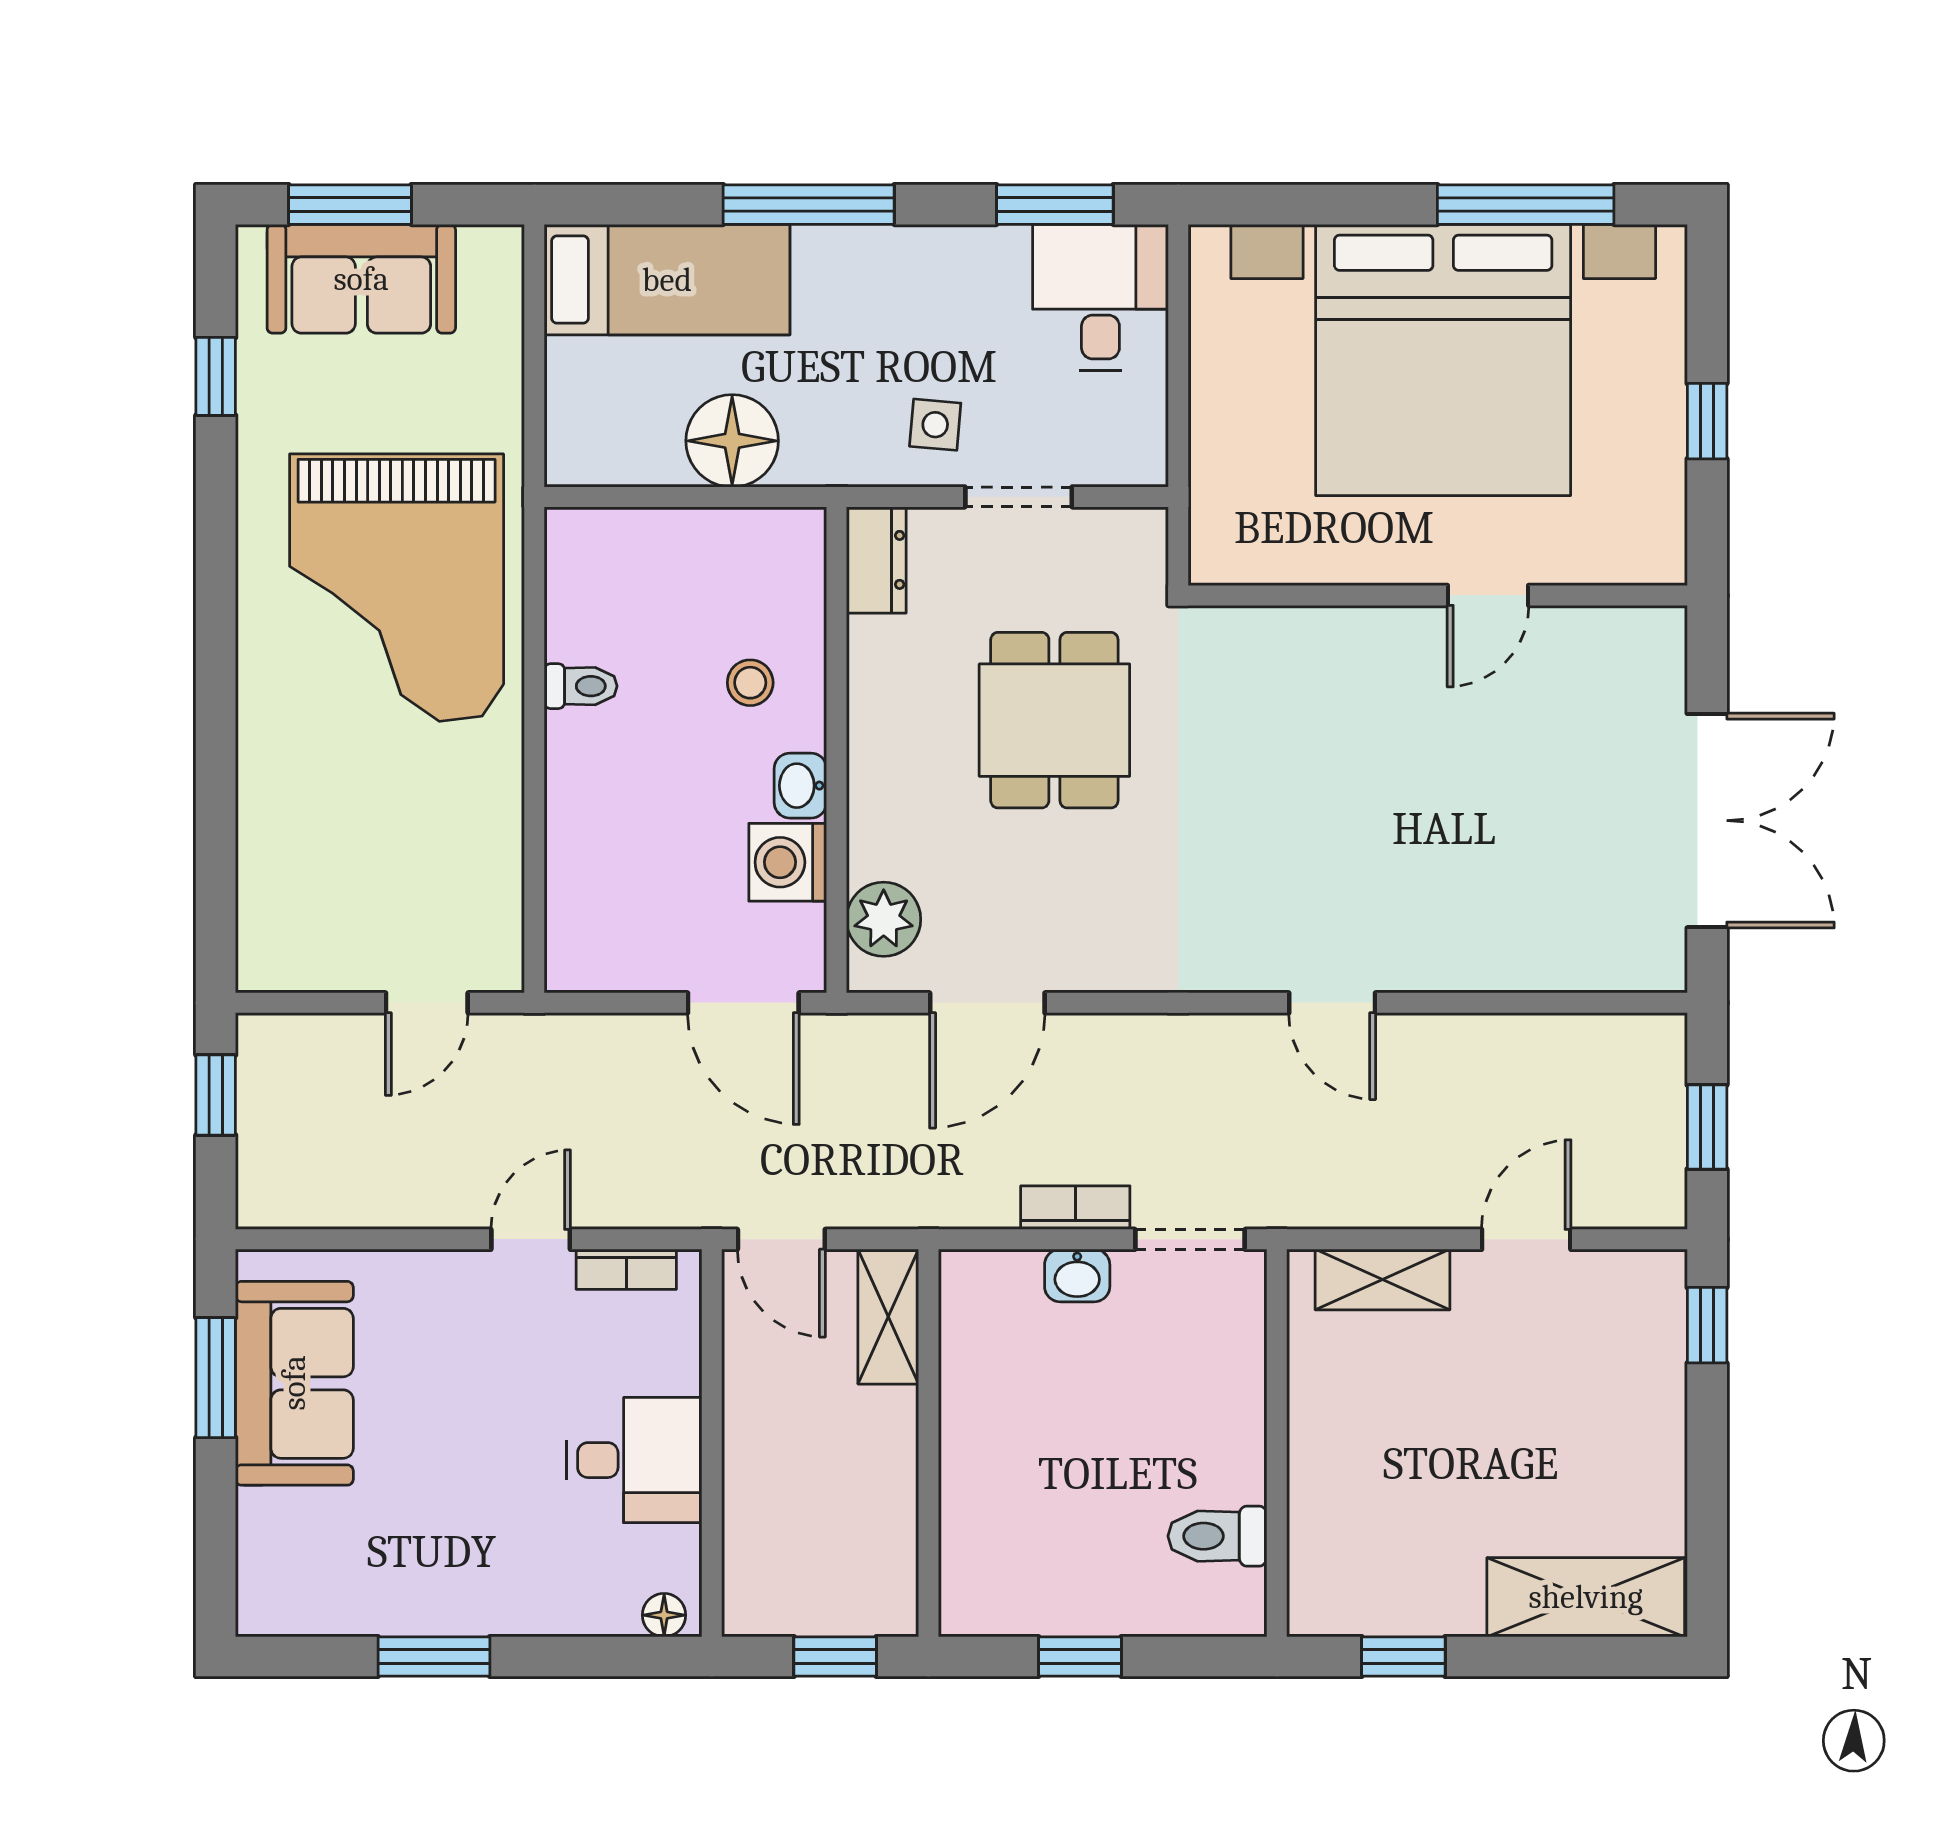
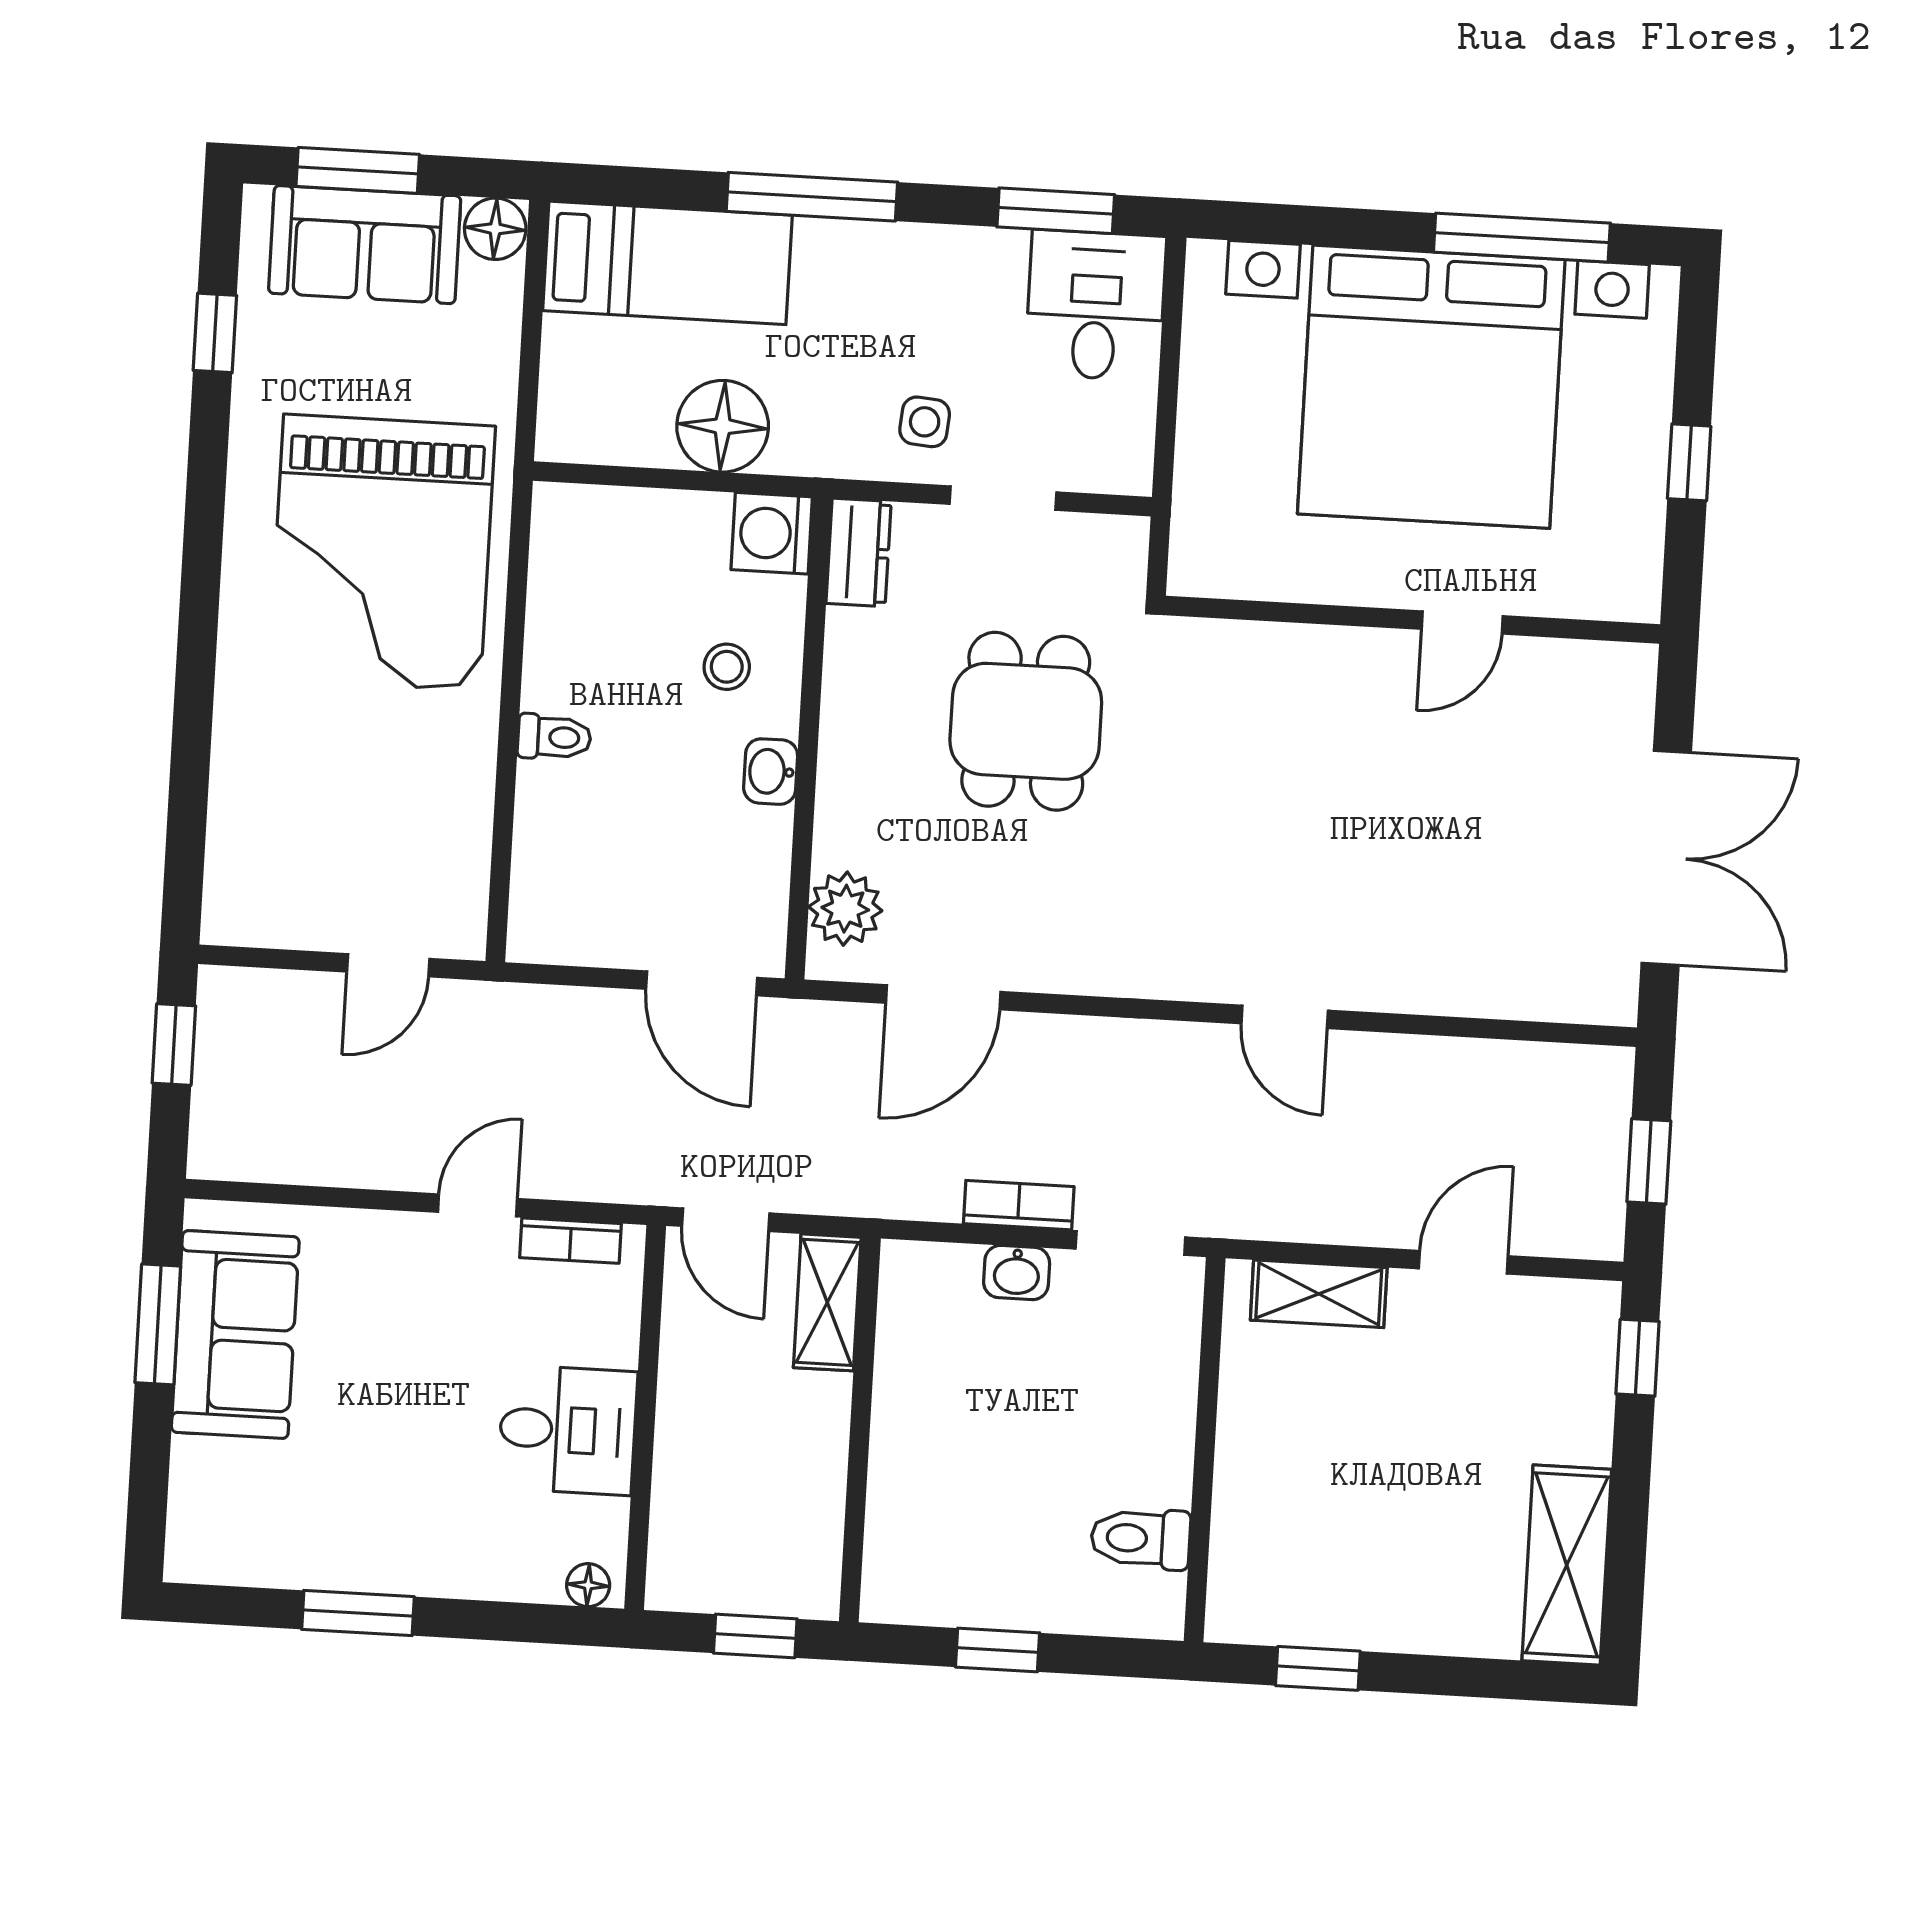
floor lamp: (492, 255) -> (495, 229), added
toilet: (581, 686) -> (554, 737), moved
washing machine: (788, 862) -> (772, 533), moved
shelving: (1586, 1597) -> (1567, 1565), moved, turned 90

